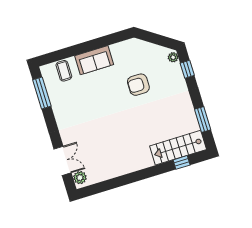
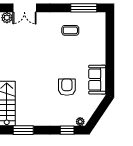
sofa: (94, 60) -> (97, 80), moved
coffee table: (64, 71) -> (70, 30), moved

